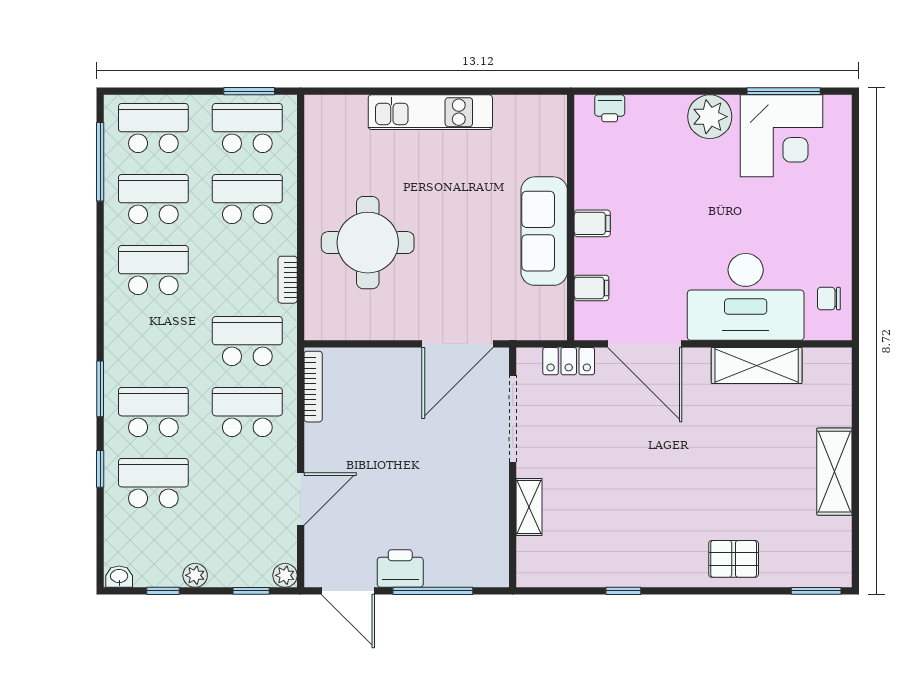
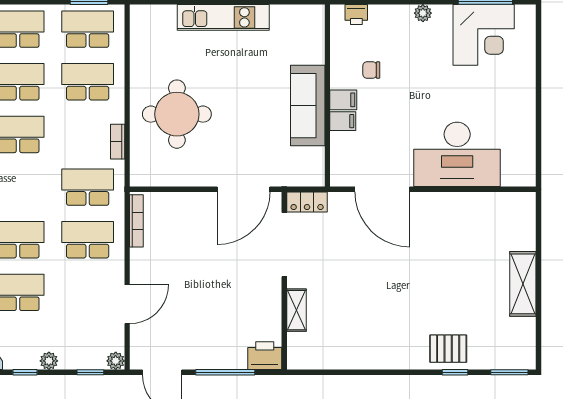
plant: (710, 117) -> (423, 13), width x0.53, depth x0.53
filing cabinet: (591, 288) -> (343, 121), moved
chair: (829, 299) -> (371, 70), moved
locker: (569, 361) -> (307, 202), moved
shelving: (757, 366) -> (465, 205), removed
printer: (400, 568) -> (265, 356), moved
window: (623, 591) -> (455, 372), moved

